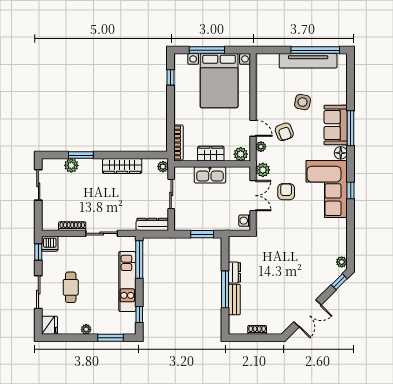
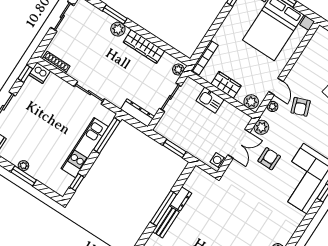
plant: (71, 165) -> (118, 29), moved
kitchen sink: (210, 175) -> (210, 100), width x0.73
shoe rack: (72, 226) -> (56, 62), moved
cafe table: (71, 287) -> (33, 121), removed
window: (110, 338) -> (24, 176), moved

